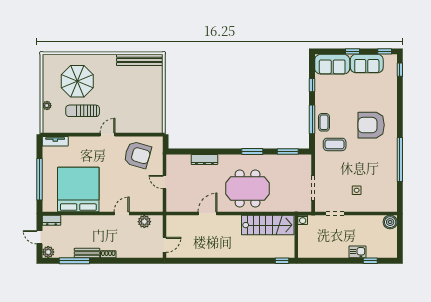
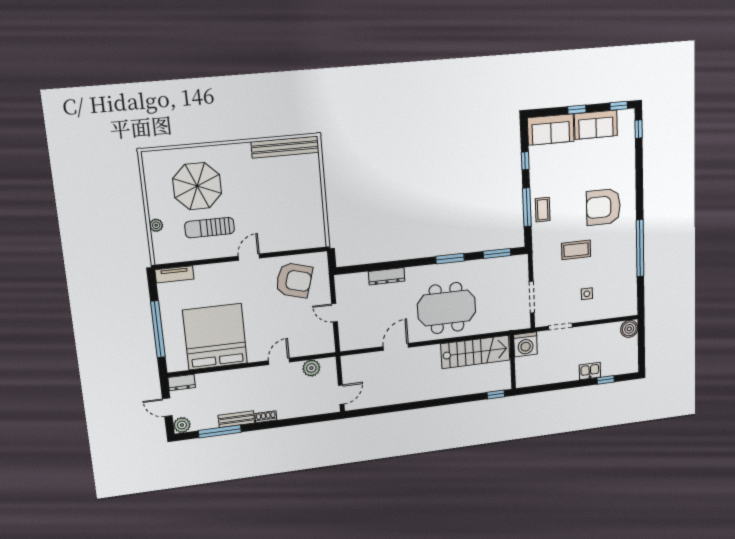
coffee table: (335, 144) -> (576, 250), moved
washing machine: (303, 220) -> (525, 344), width x1.89, depth x1.89

